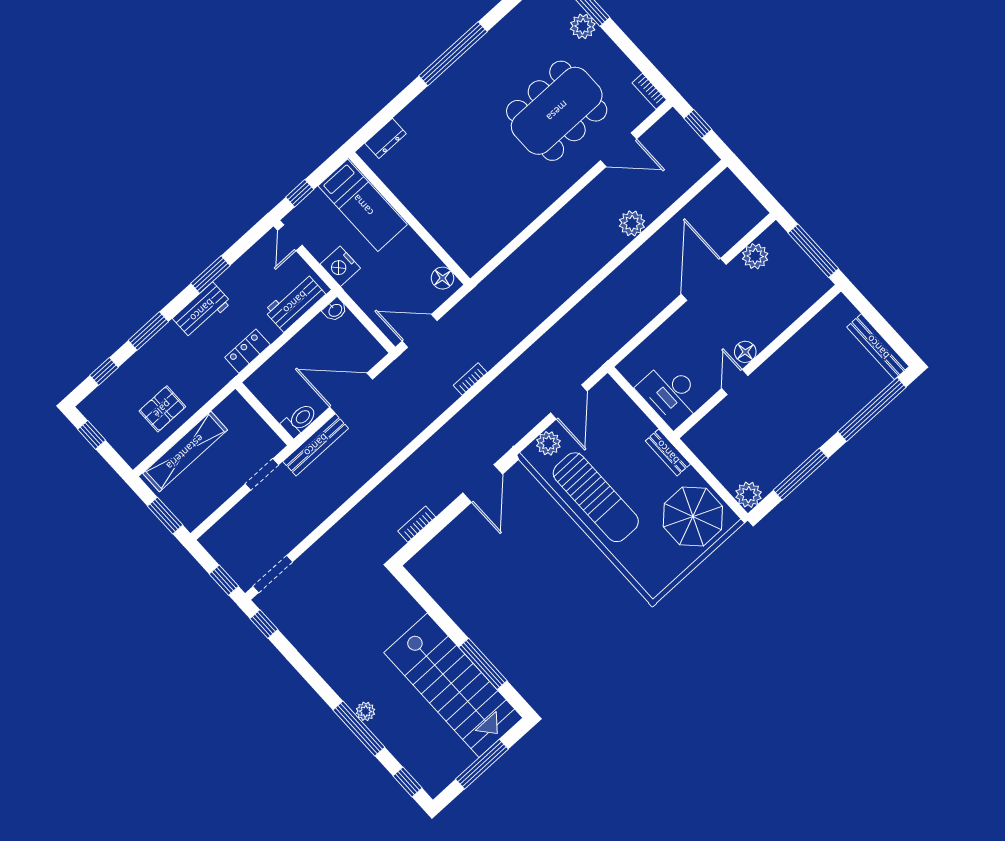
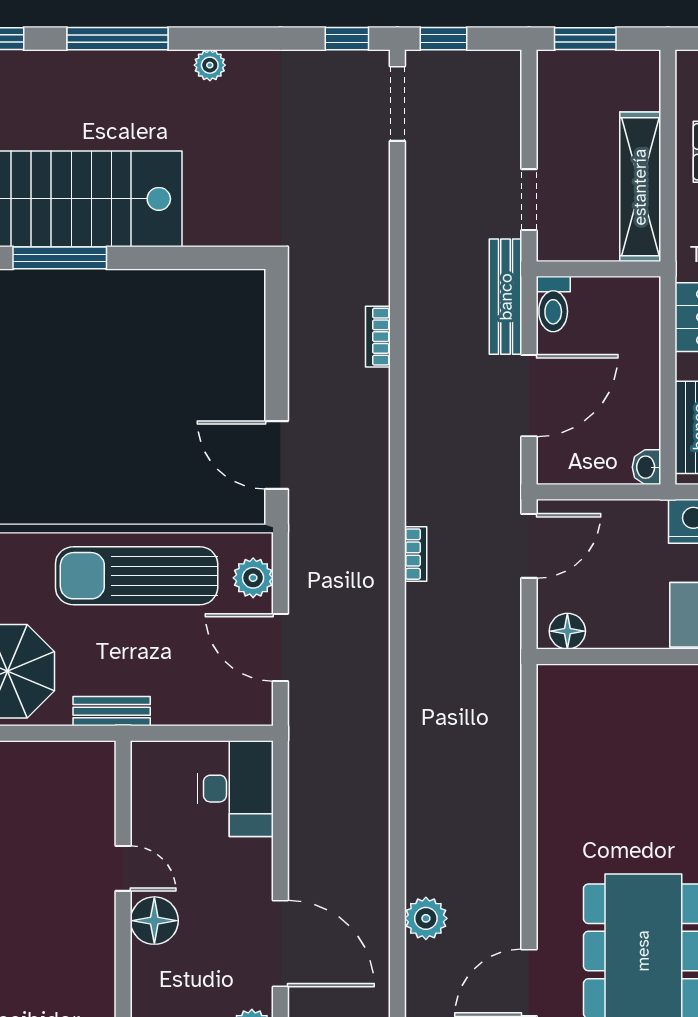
floor lamp: (745, 352) -> (154, 921), width x1.38, depth x1.38
desk: (671, 394) -> (235, 789), moved, turned 90
shelving: (185, 452) -> (640, 187), moved
bookcase: (417, 524) -> (378, 337), moved, turned 180
plant: (366, 711) -> (210, 65), moved

